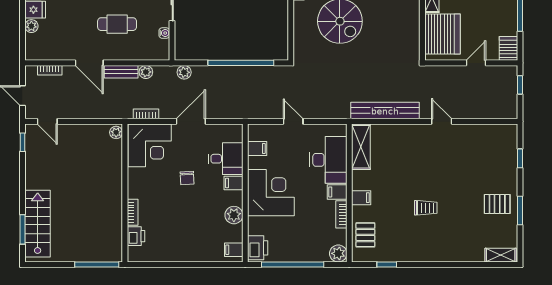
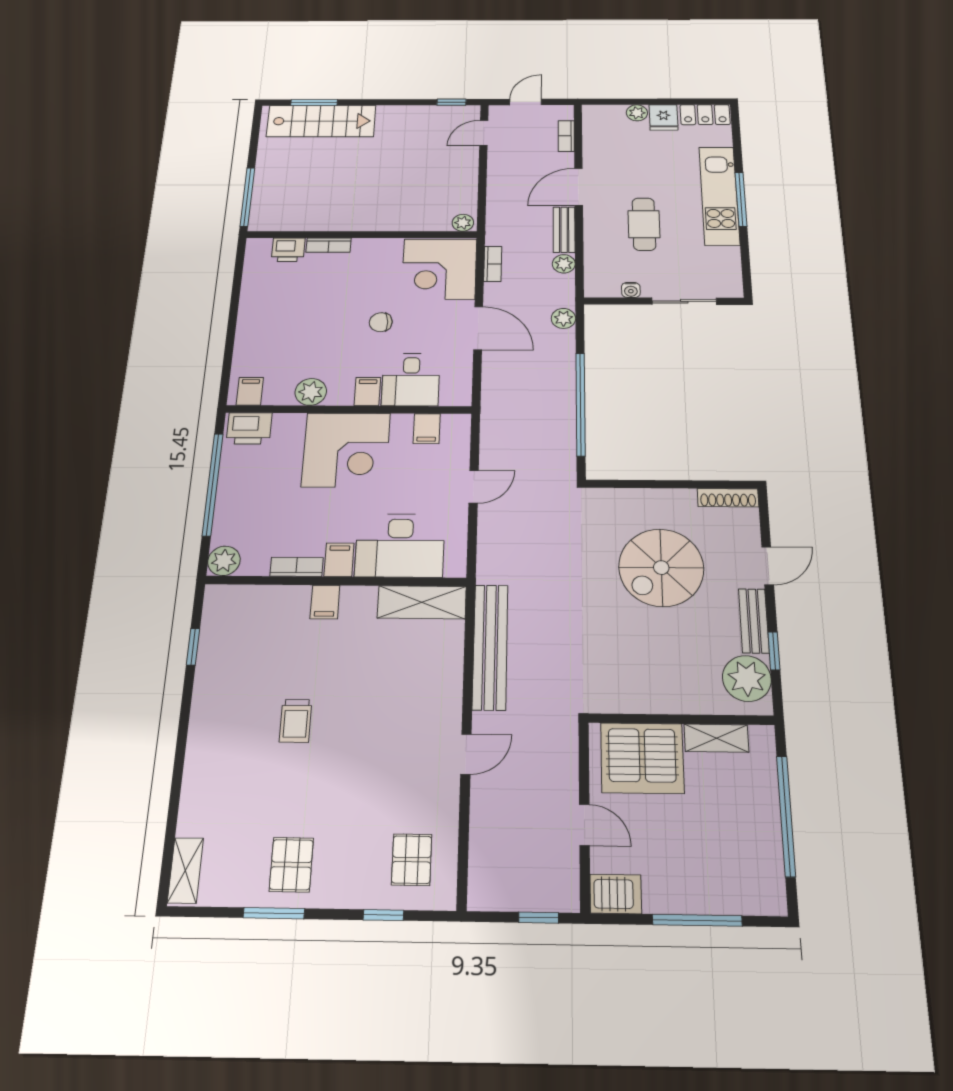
pallet: (365, 235) -> (412, 860), moved, turned 90

